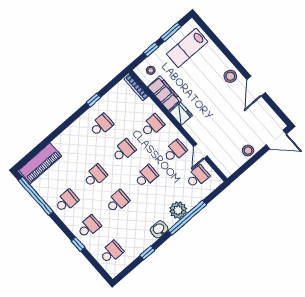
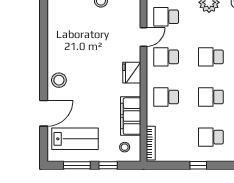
door: (256, 86) -> (44, 113), moved
fridge: (181, 114) -> (132, 73), moved

